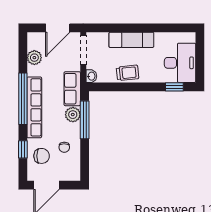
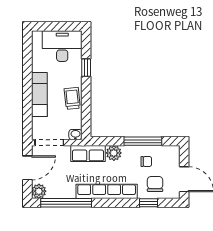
door: (58, 28) -> (27, 168), hinge flipped
plant: (34, 58) -> (39, 191), moved
window: (174, 87) -> (86, 68), moved
window: (23, 99) -> (66, 203), moved
window: (85, 120) -> (143, 141), moved

